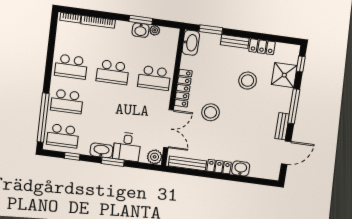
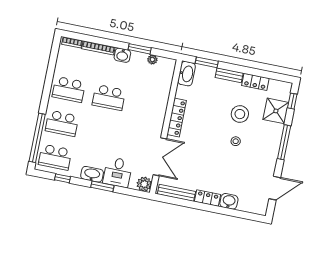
washbasin: (141, 30) -> (122, 55), moved
school desk: (154, 78) -> (149, 106), removed
stool: (211, 112) -> (236, 141), moved, width x0.53, depth x0.53
bench: (282, 126) -> (272, 161), removed

